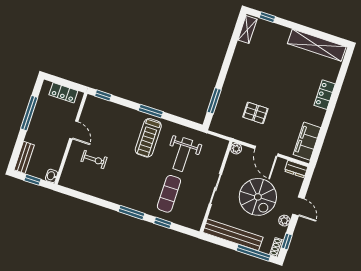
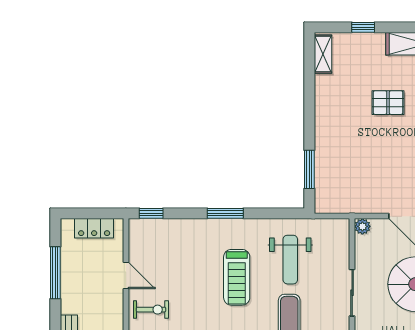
window: (267, 17) -> (363, 27), moved
pallet: (255, 113) -> (388, 103), moved
treadmill: (148, 138) -> (237, 277), moved
exercise bike: (94, 159) -> (151, 310), moved

